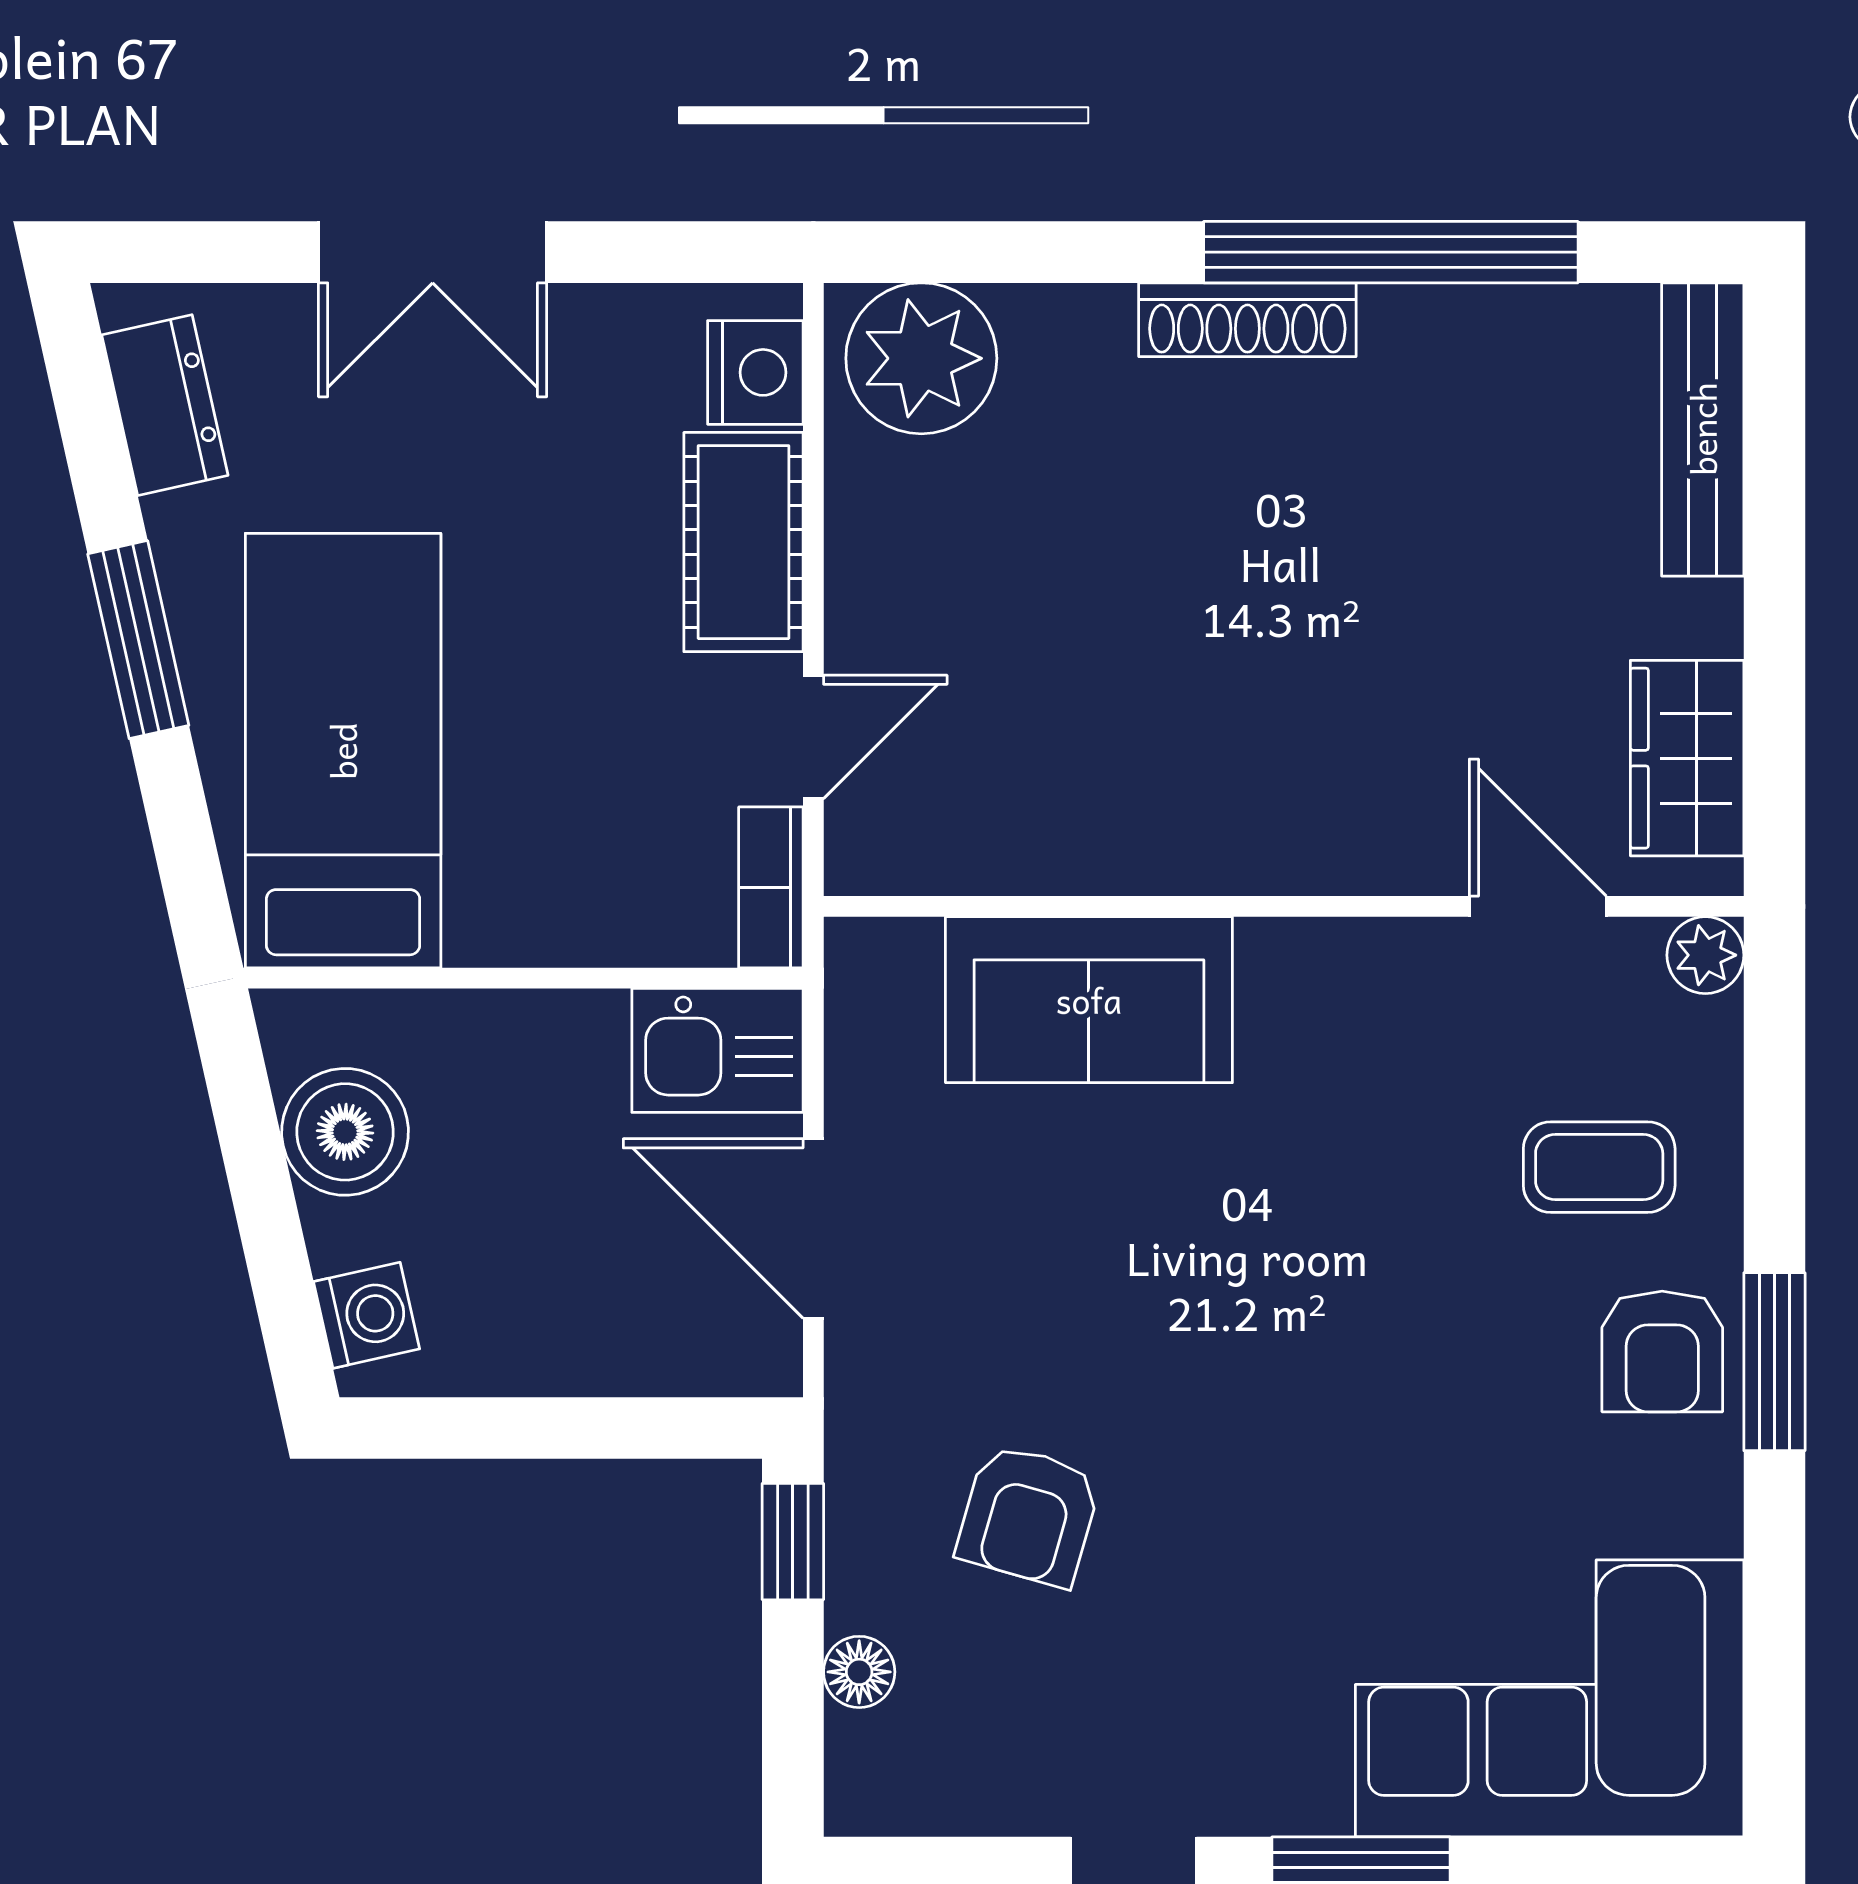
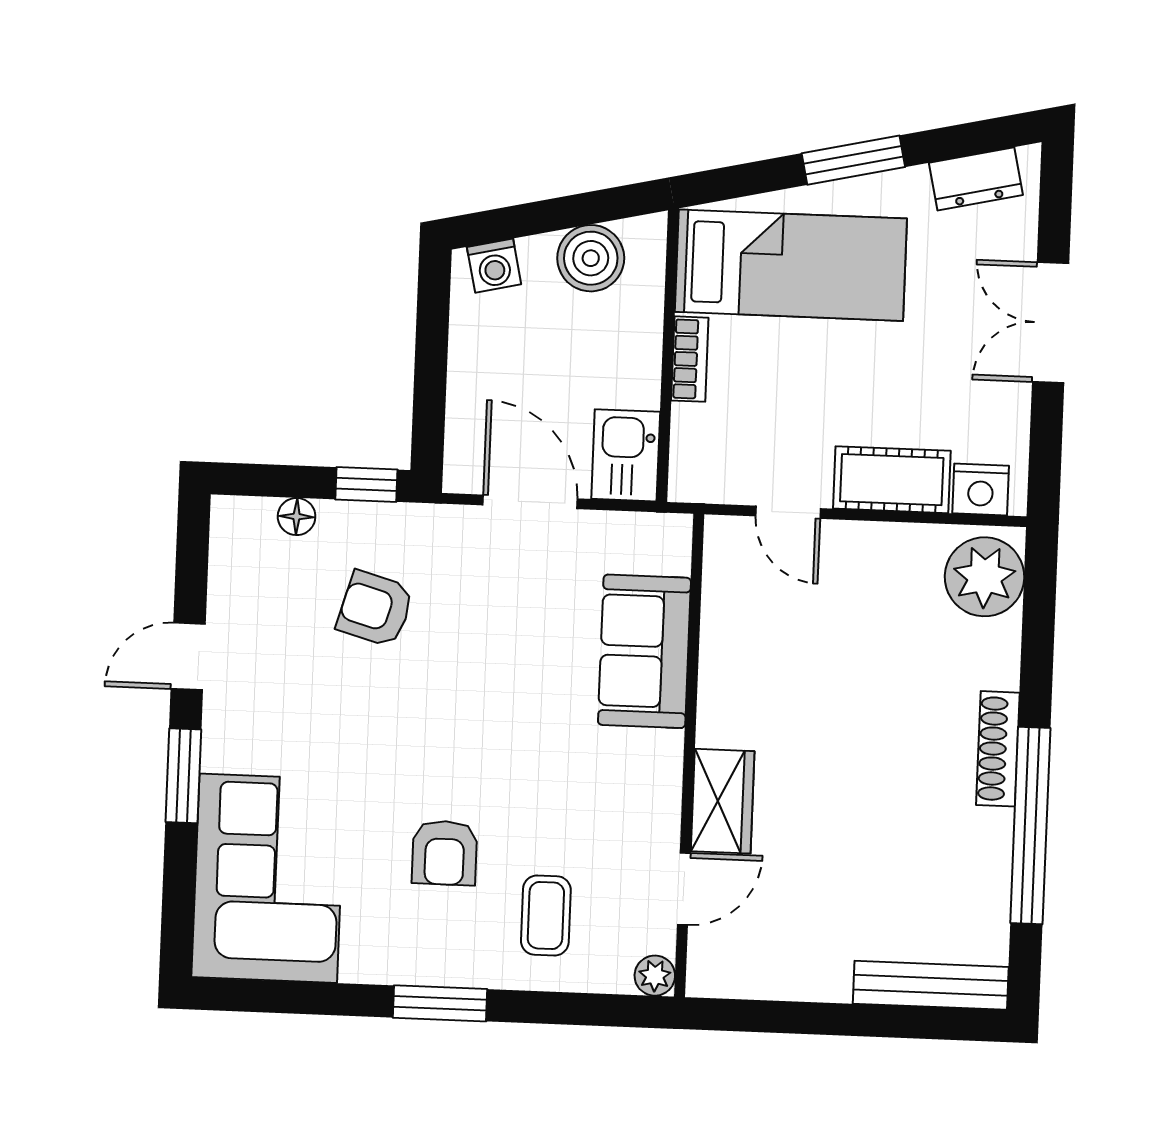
wardrobe: (1687, 758) -> (723, 801), moved, turned 90
bookcase: (771, 887) -> (690, 359), moved, turned 90
door: (813, 1229) -> (530, 502), hinge flipped
armchair: (1662, 1351) -> (445, 853), moved, turned -90

